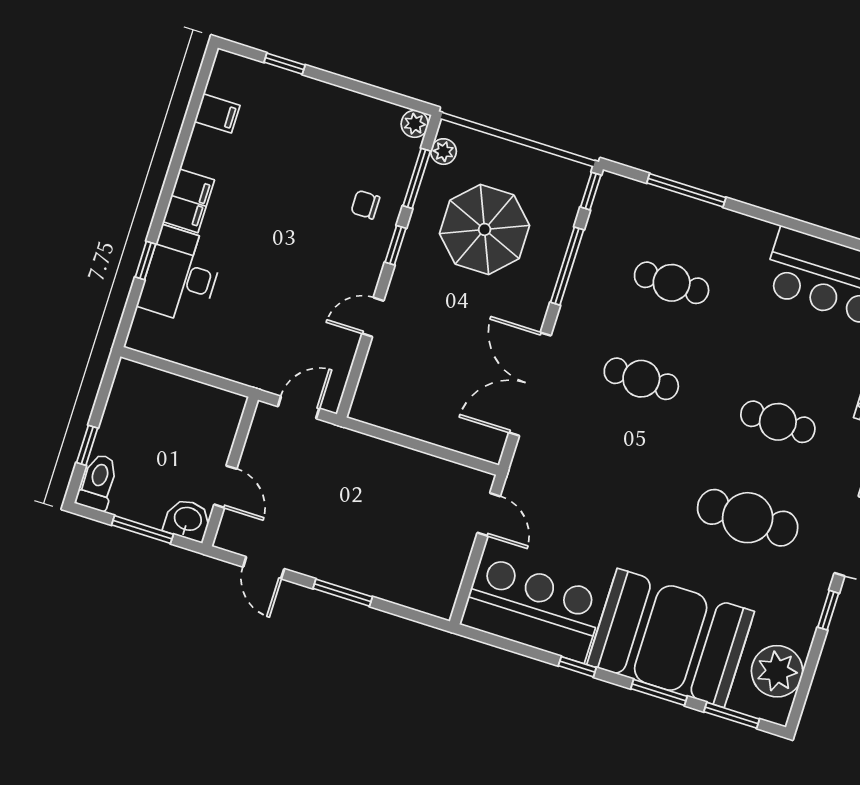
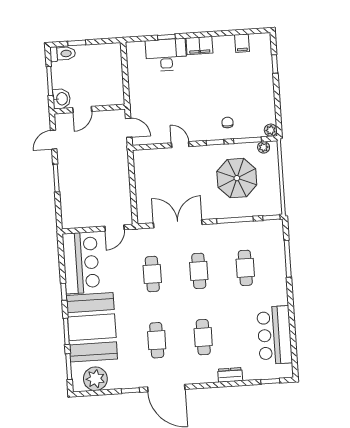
cafe table: (611, 475) -> (152, 274), added
cafe table: (748, 518) -> (157, 340), width x0.73, depth x0.74

